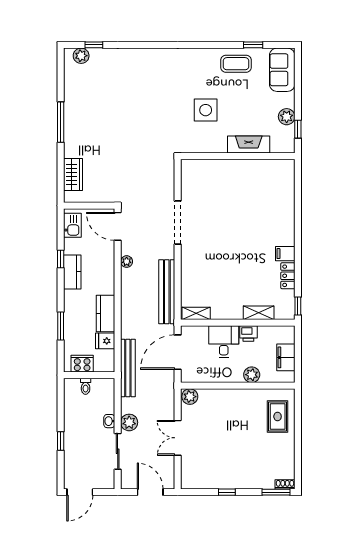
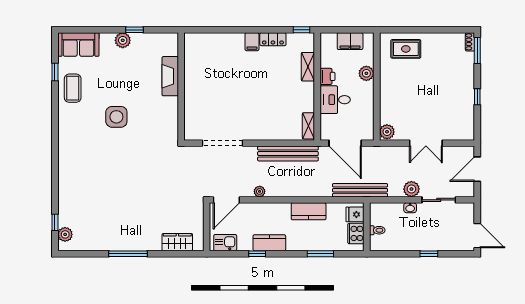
fireplace: (249, 144) -> (170, 76), moved
wall: (238, 156) -> (181, 86), moved
fridge: (105, 341) -> (355, 214), moved, turned 90

